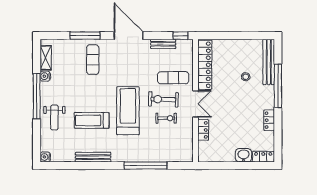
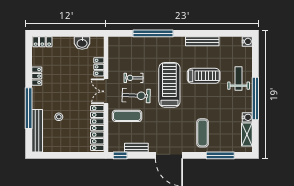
window: (85, 36) -> (220, 155), moved
treadmill: (128, 111) -> (169, 85), turned 180
washbasin: (244, 155) -> (82, 43), moved

